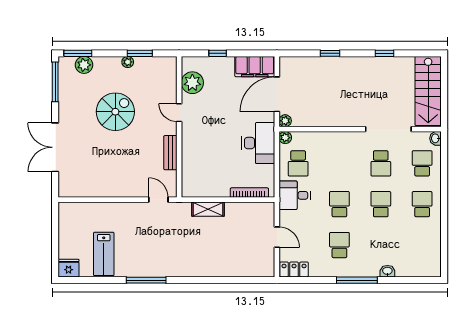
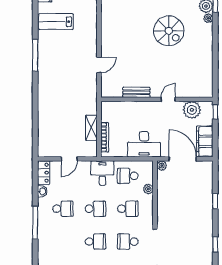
window: (140, 53) -> (215, 50), removed
plant: (128, 62) -> (208, 18), moved
plant: (192, 83) -> (192, 110), moved
door: (179, 113) -> (168, 99), moved
wall: (179, 127) -> (157, 99), moved
plant: (285, 138) -> (148, 189), moved
bench: (170, 153) -> (136, 92), moved
school desk: (339, 163) -> (128, 209), added
shelving: (208, 209) -> (91, 128), moved
washbasin: (387, 271) -> (42, 191), moved

